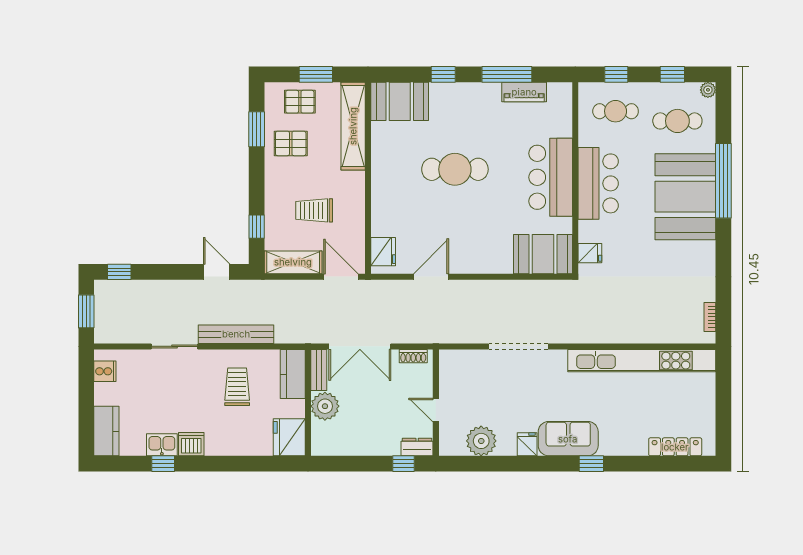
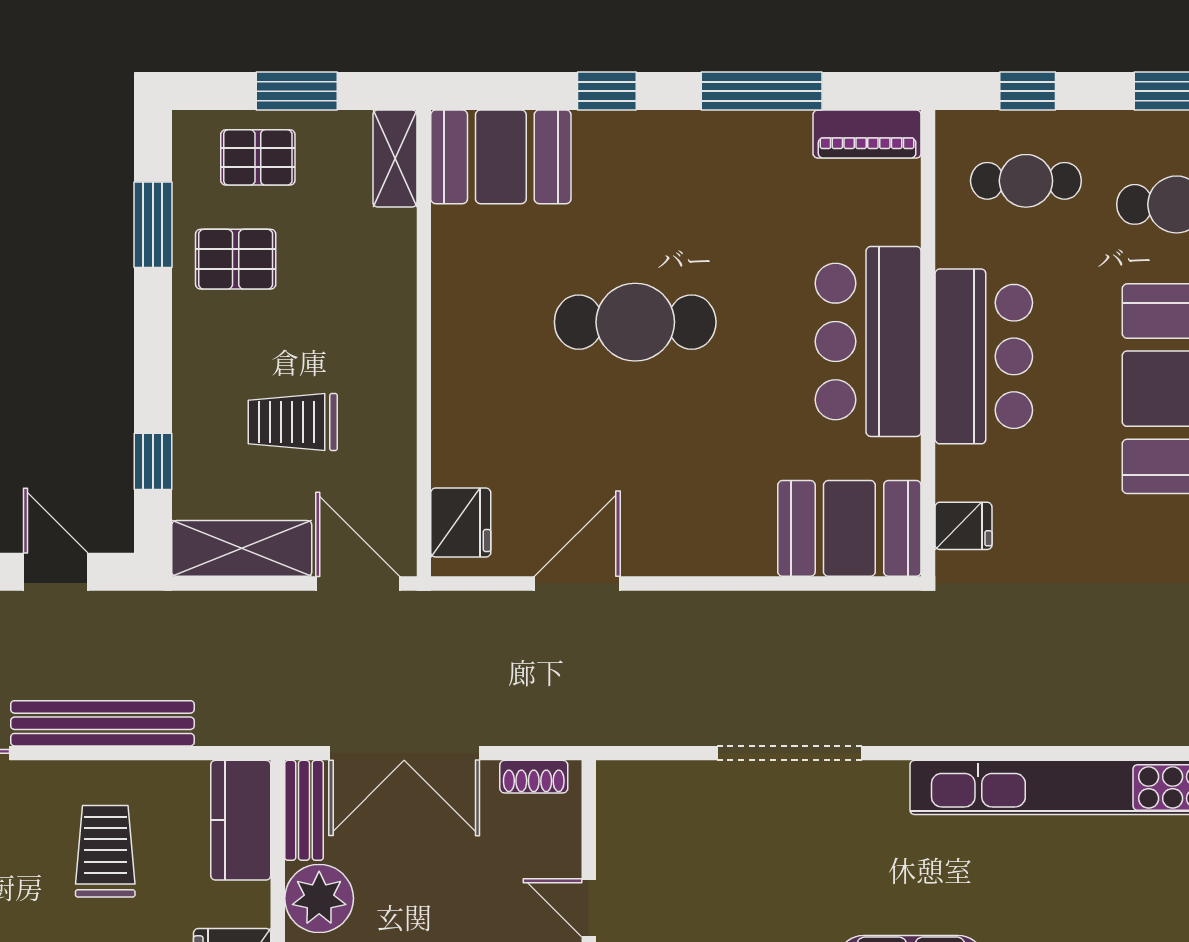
piano: (524, 92) -> (867, 134), moved
shelving: (353, 126) -> (395, 159), width x0.45, depth x0.75

